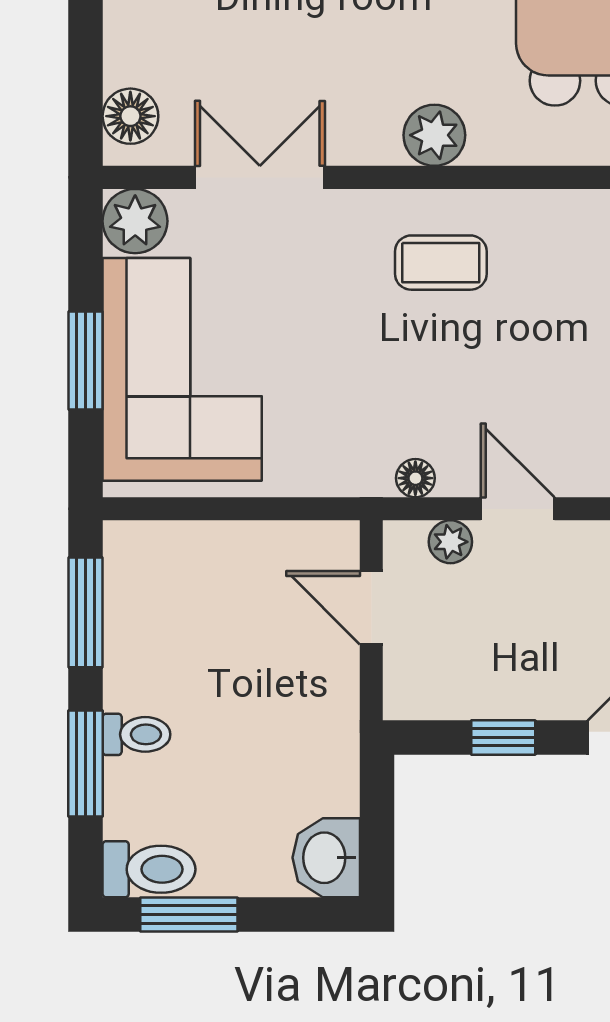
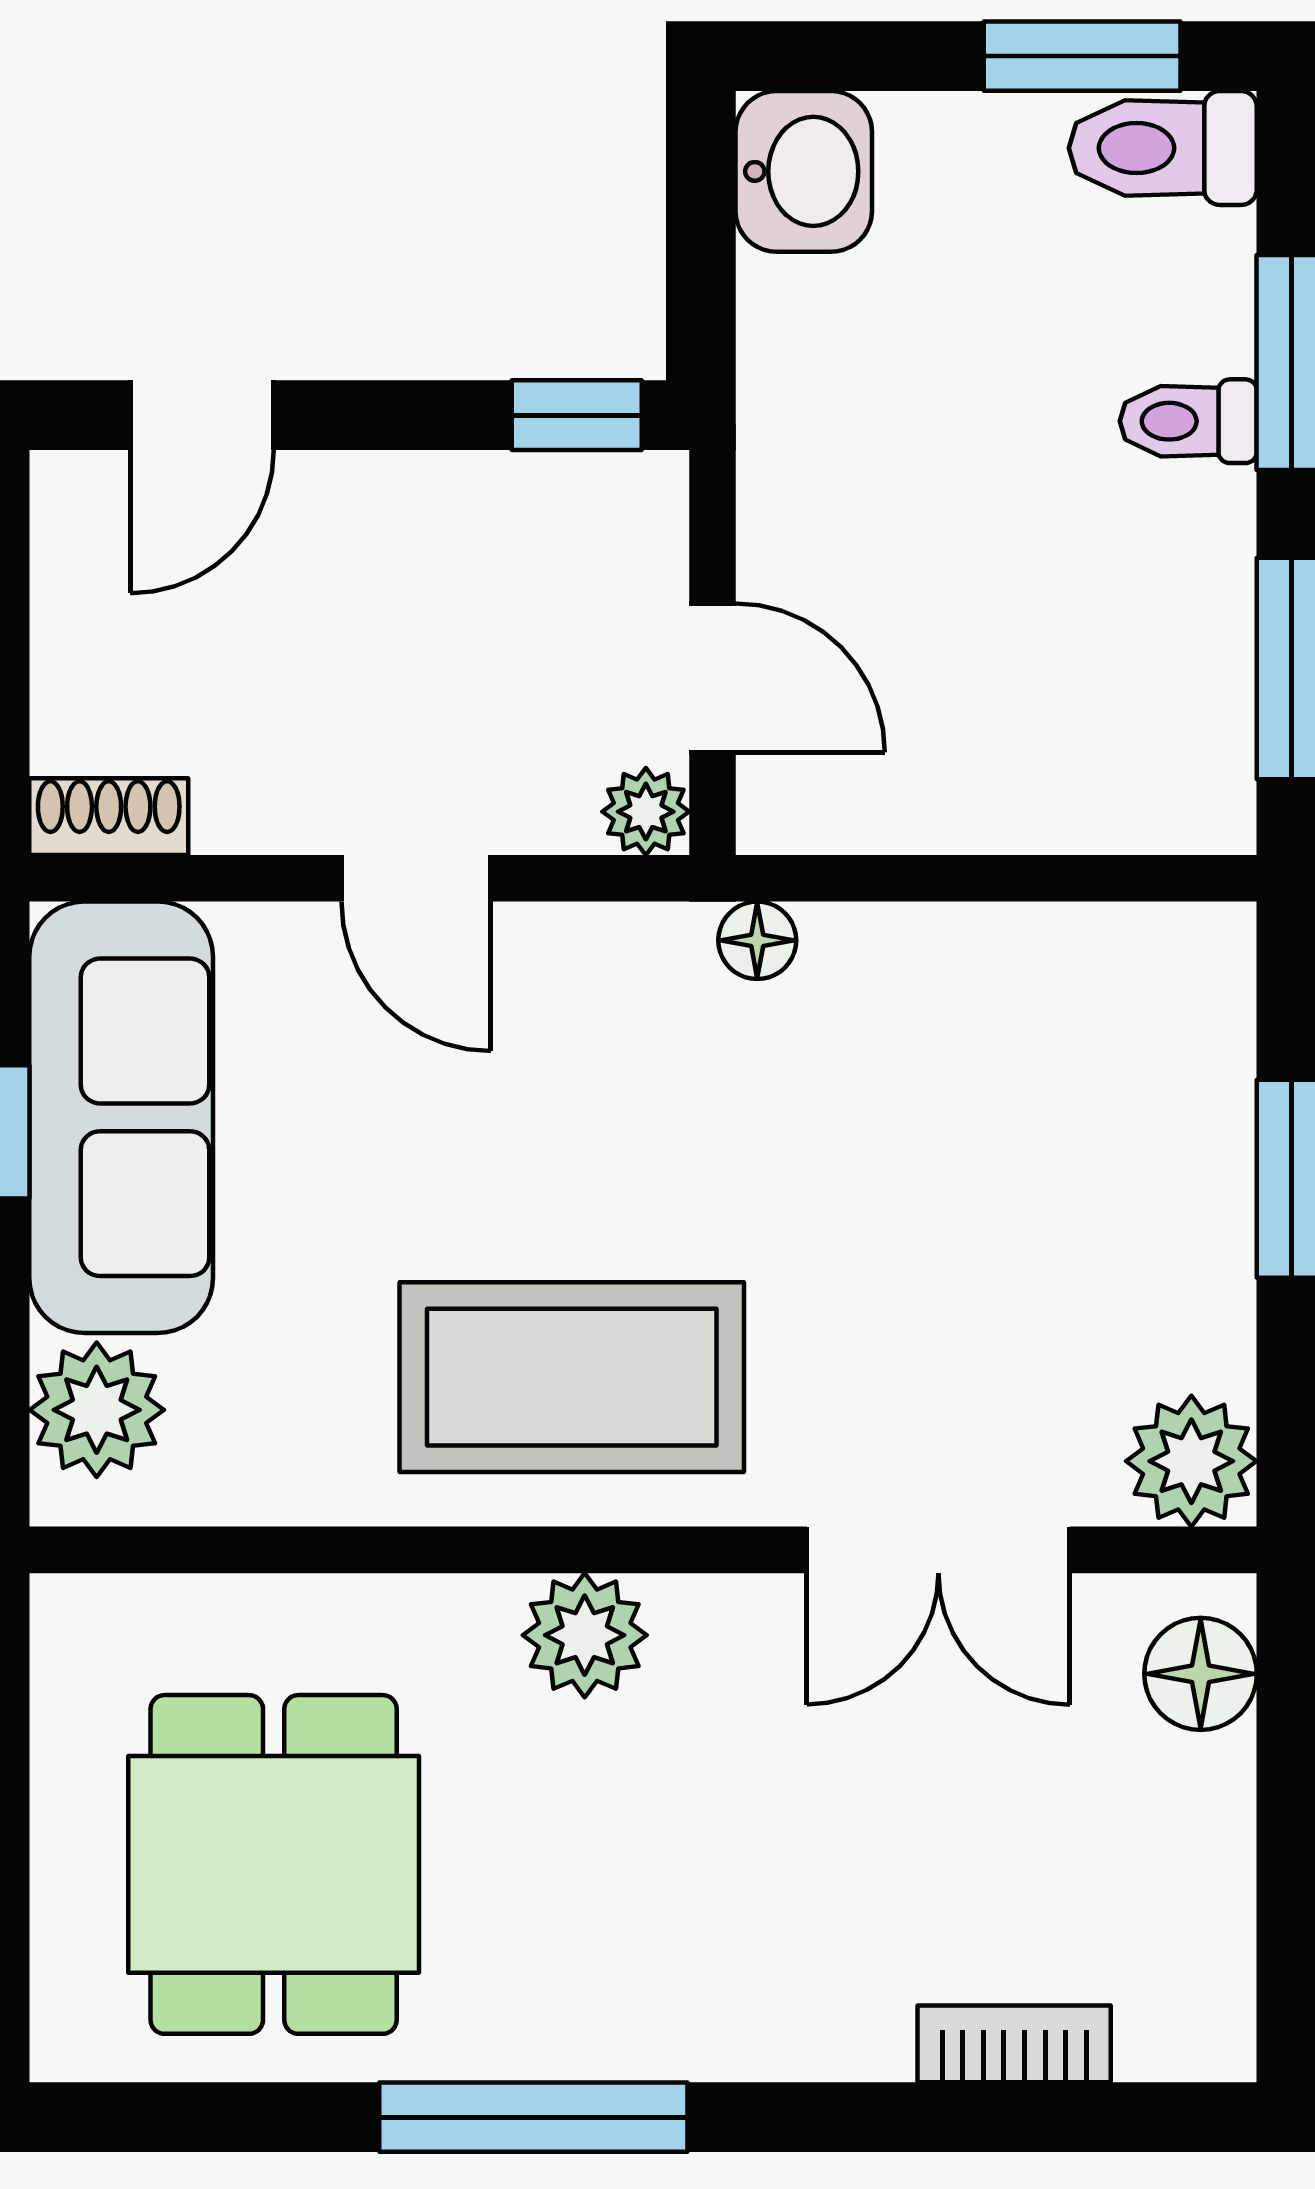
coffee table: (441, 263) -> (572, 1377), width x1.86, depth x1.72
corner sofa: (182, 369) -> (1096, 1161), removed
floor lamp: (415, 478) -> (757, 940), moved
plant: (450, 542) -> (646, 812), moved
window: (503, 737) -> (577, 415), moved

